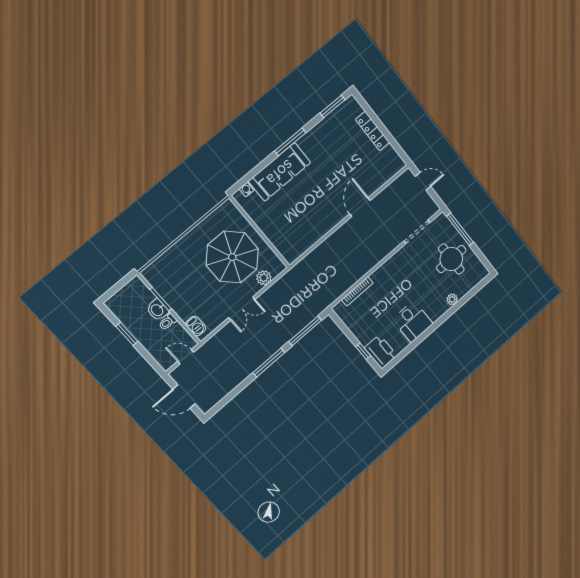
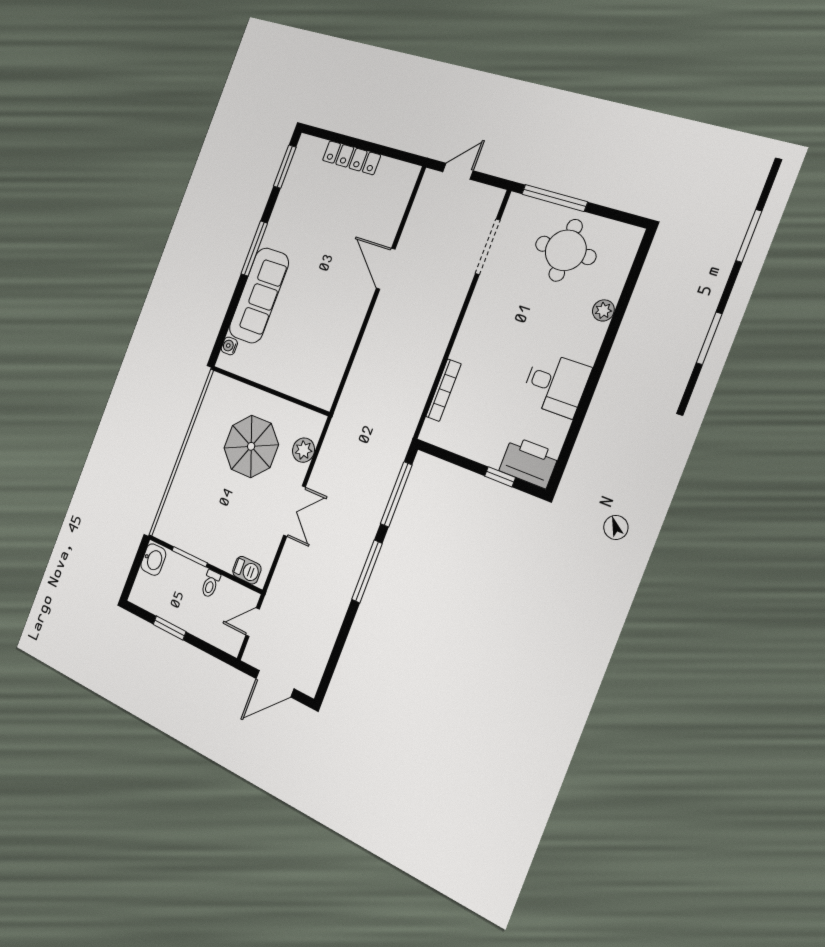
parasol: (232, 257) -> (251, 446), width x0.73, depth x0.73
washbasin: (157, 310) -> (153, 560), moved, turned -90

